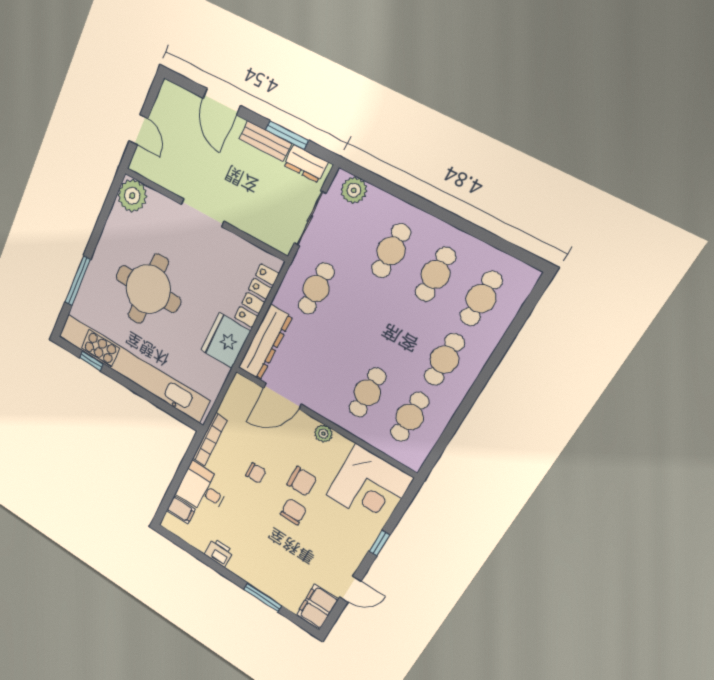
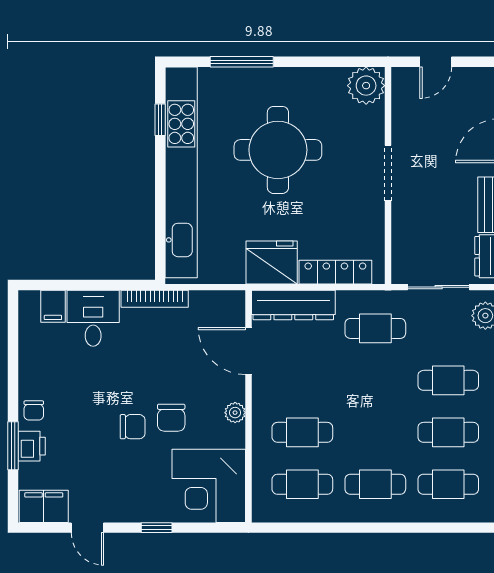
chair: (256, 473) -> (34, 410), moved
printer: (219, 553) -> (32, 446), moved

